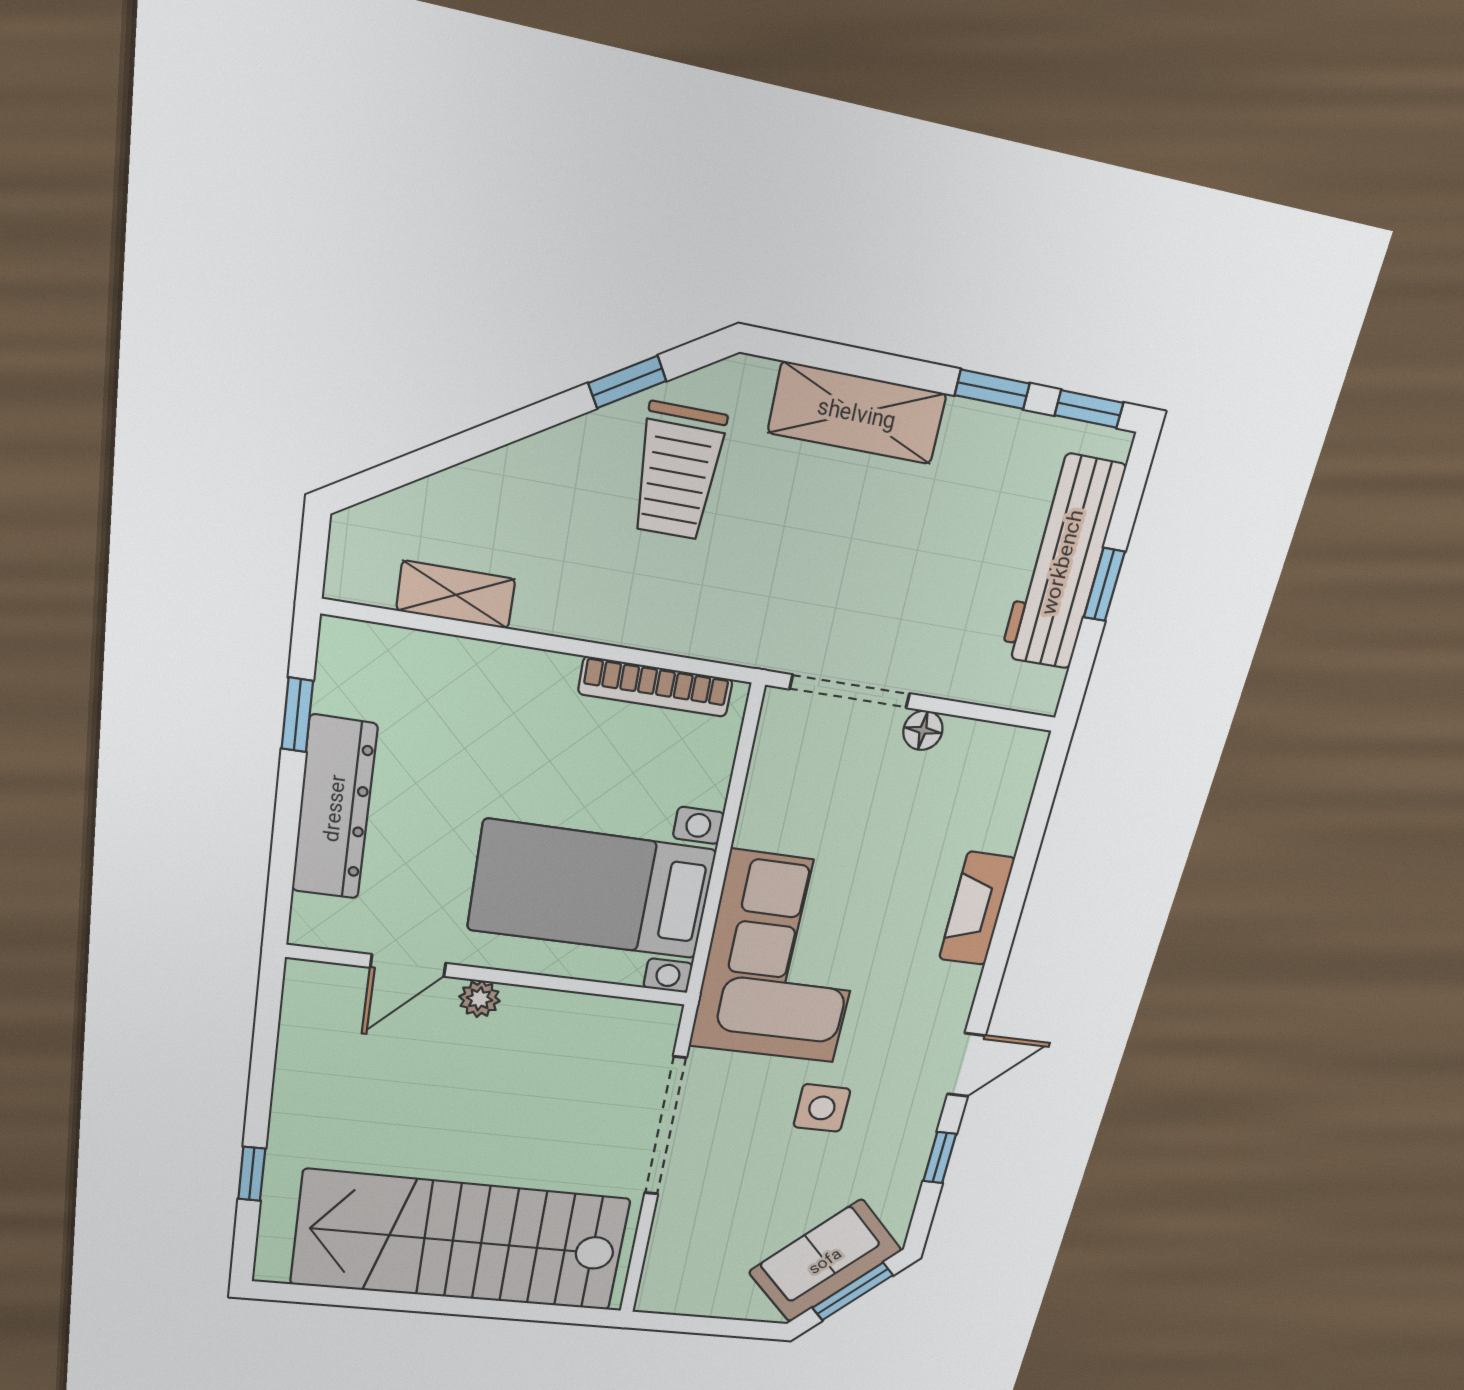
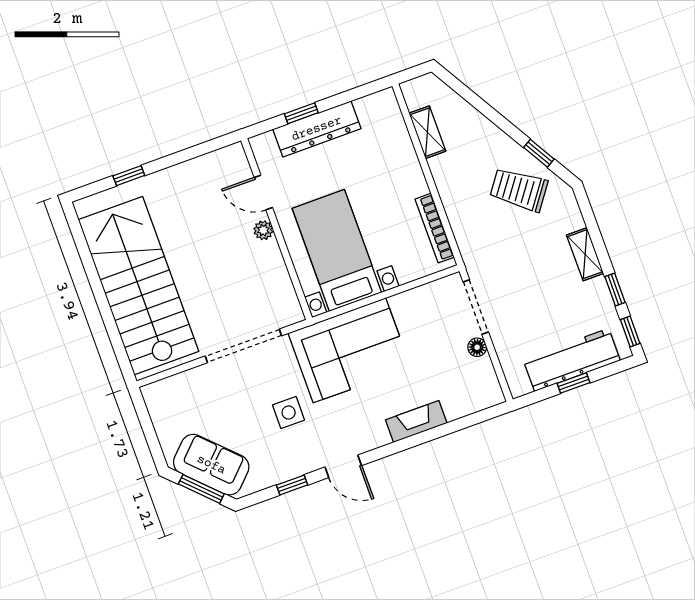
shelving: (857, 413) -> (585, 254), width x0.67, depth x0.75
trolley: (678, 472) -> (519, 190), turned 36
window: (297, 715) -> (301, 113), moved

